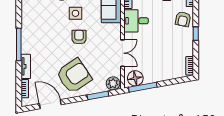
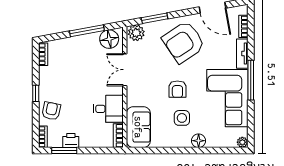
corner sofa: (38, 30) -> (227, 98), added
window: (143, 87) -> (87, 31), moved

